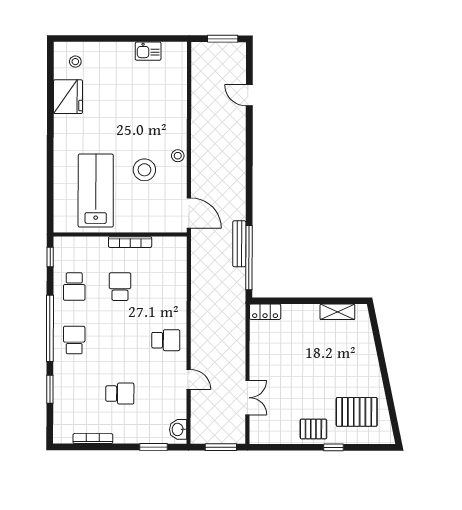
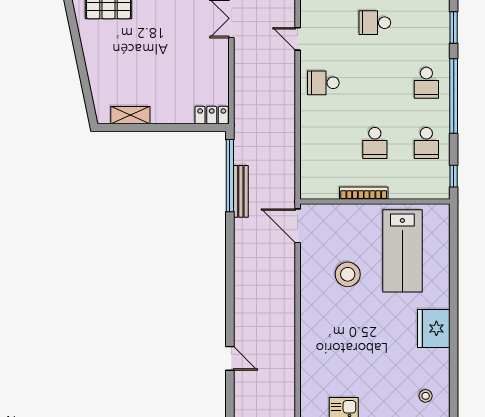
fridge: (68, 97) -> (434, 328), moved
stool: (178, 156) -> (310, 290), removed
school desk: (74, 287) -> (426, 143), turned 180

